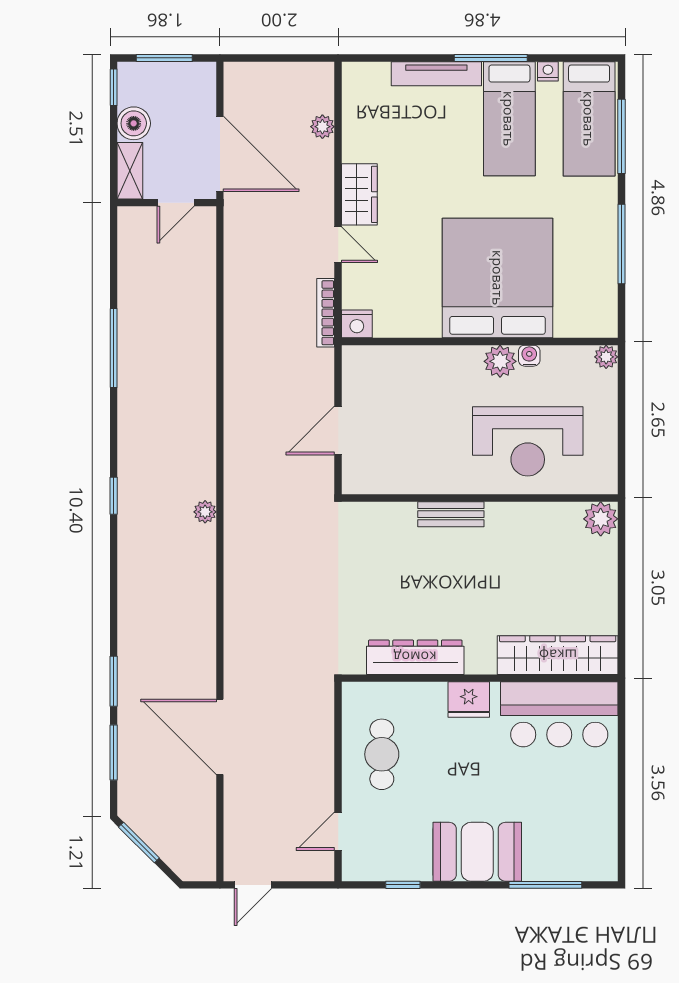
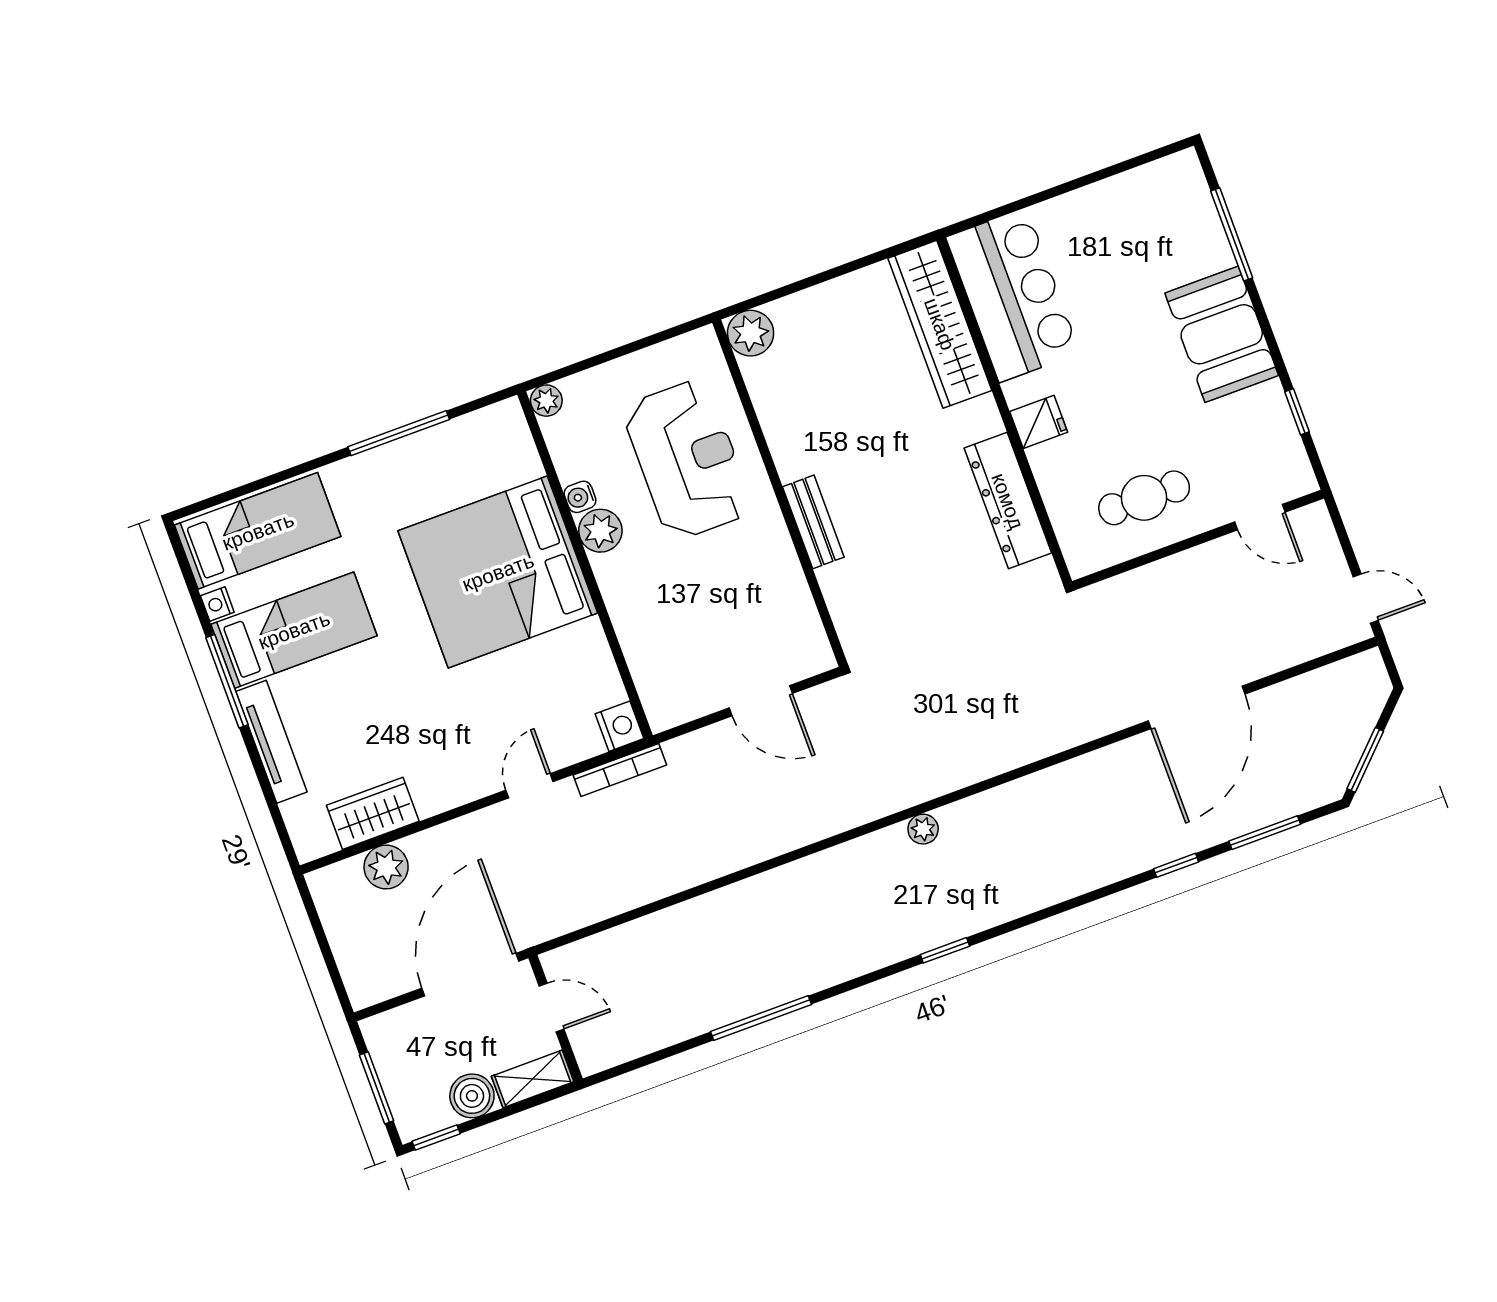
plant: (322, 127) -> (386, 867), width x1.38, depth x1.38
window: (622, 136) -> (265, 482), removed
wardrobe: (359, 194) -> (373, 813), moved
window: (114, 681) -> (1176, 865), width x0.67
fridge: (469, 699) -> (1039, 422), width x0.72

